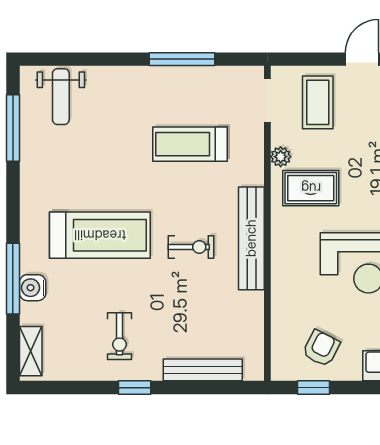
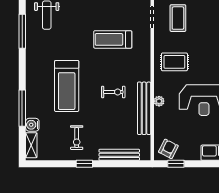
plant: (281, 157) -> (159, 101), moved
treadmill: (100, 235) -> (67, 86), turned 90
bench: (251, 238) -> (144, 108), moved
water cooler: (33, 288) -> (32, 125), moved
armchair: (321, 348) -> (168, 149), moved

